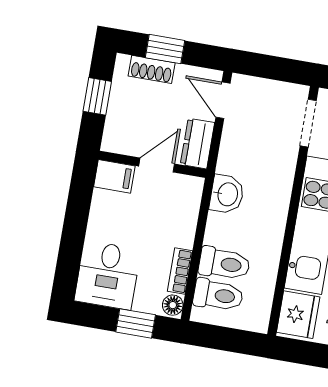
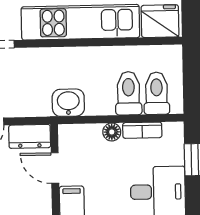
floor lamp: (173, 305) -> (112, 132), moved

